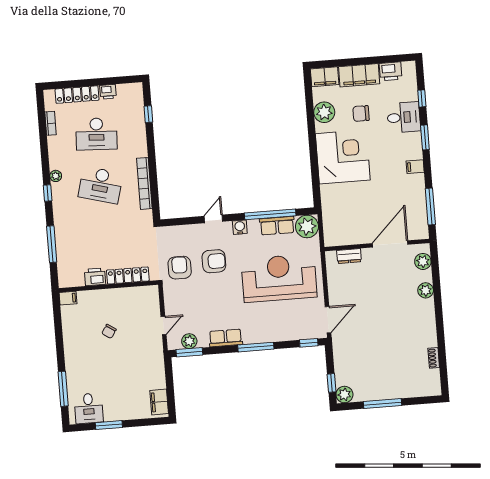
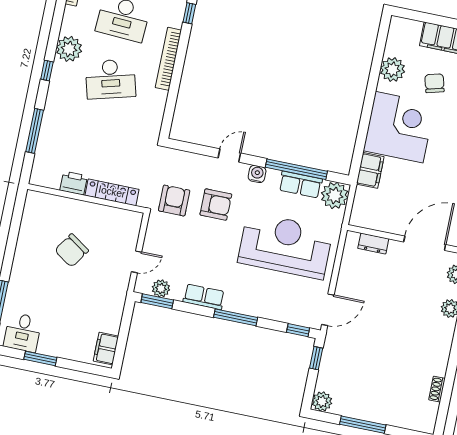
filing cabinet: (325, 77) -> (370, 170), moved, turned -90
chair: (361, 113) -> (434, 83), turned 75
plant: (56, 176) -> (69, 49), width x1.88, depth x1.88
bookcase: (144, 183) -> (168, 59), moved
desk: (100, 185) -> (111, 79), turned -30
filing cabinet: (68, 298) -> (36, 198), removed
chair: (109, 331) -> (72, 250), width x1.87, depth x1.87
window: (331, 383) -> (316, 358), moved

